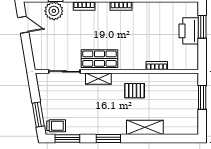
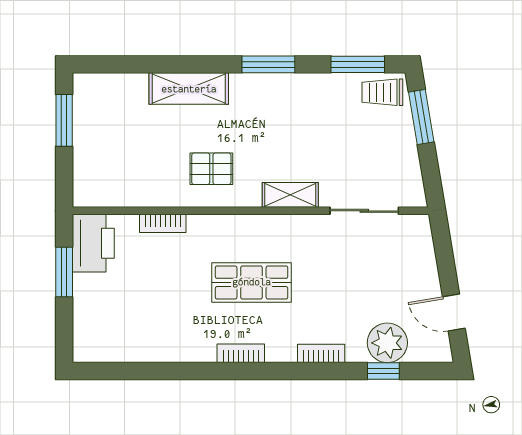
window: (202, 27) -> (64, 272), moved
printer: (189, 31) -> (93, 243), moved
shop shelf: (99, 59) -> (252, 282), moved
window: (202, 97) -> (64, 120), moved

